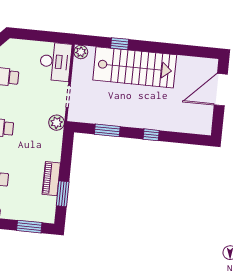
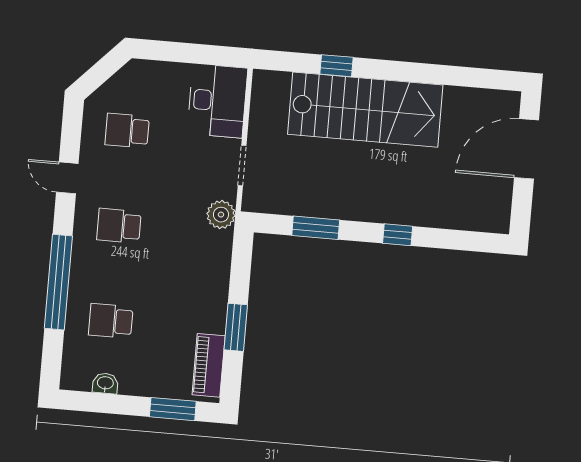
plant: (81, 52) -> (264, 82), removed
piano: (51, 179) -> (209, 365), moved
window: (63, 194) -> (236, 327), moved

